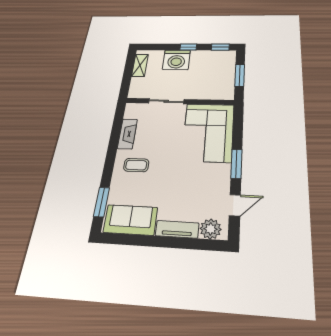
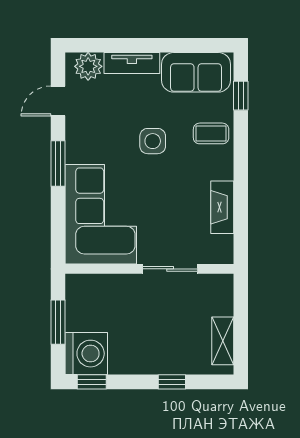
window: (188, 47) -> (172, 382), moved
washing machine: (176, 60) -> (86, 354), moved, turned 90
coffee table: (136, 165) -> (211, 133), moved
side table: (168, 175) -> (153, 141), added
window: (102, 202) -> (241, 96), width x0.67

